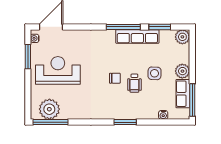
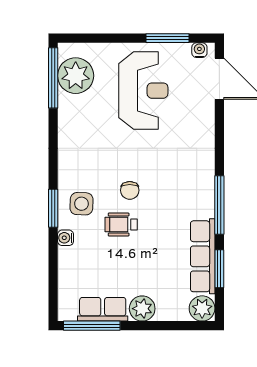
row of seats: (137, 36) -> (203, 256), moved
side table: (154, 73) -> (81, 204), moved
water cooler: (163, 115) -> (66, 238), moved

